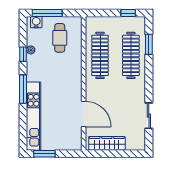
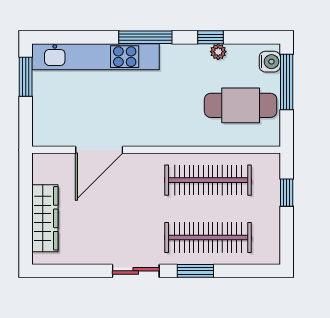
window: (128, 13) -> (287, 193), moved
cafe table: (60, 38) -> (241, 105), width x1.37, depth x1.35
window: (149, 44) -> (195, 271), moved
sliding door: (149, 116) -> (136, 271), moved
wardrobe: (107, 143) -> (45, 218), moved

